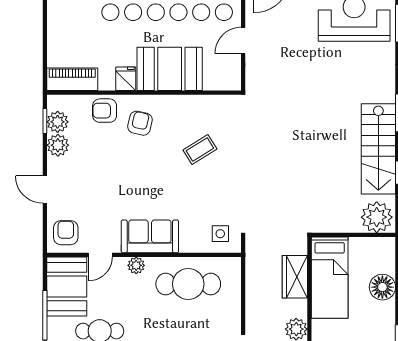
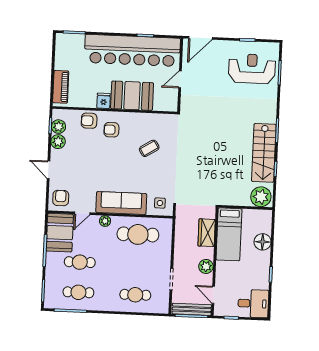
piano: (72, 79) -> (61, 87), moved, turned 90
armchair: (140, 123) -> (111, 130), turned -103
sofa: (150, 236) -> (121, 203), width x1.36

